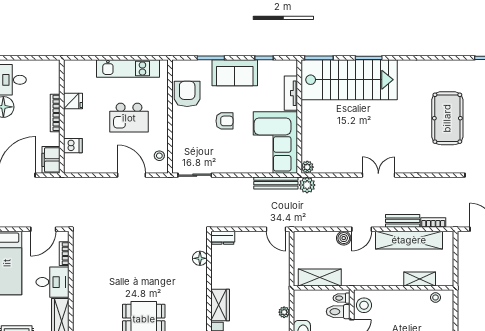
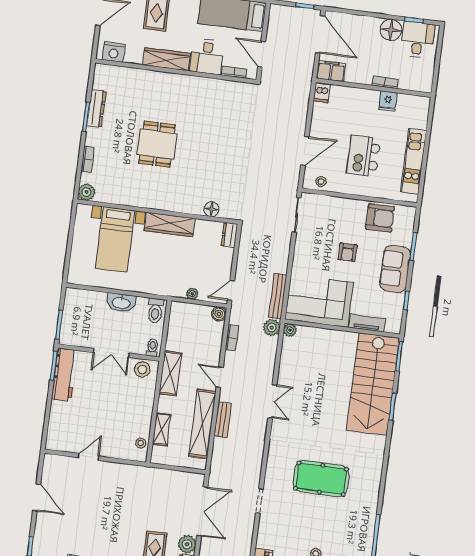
bookcase: (55, 113) -> (385, 82), width x0.64
dishwasher: (73, 146) -> (322, 92), moved
bookcase: (433, 222) -> (232, 338), moved
boiler: (344, 238) -> (219, 314), moved
shelving: (320, 277) -> (170, 373), moved
wardrobe: (220, 305) -> (170, 225), width x1.50
plant: (284, 312) -> (192, 294), moved
toilet: (338, 312) -> (155, 311), moved, turned 180

